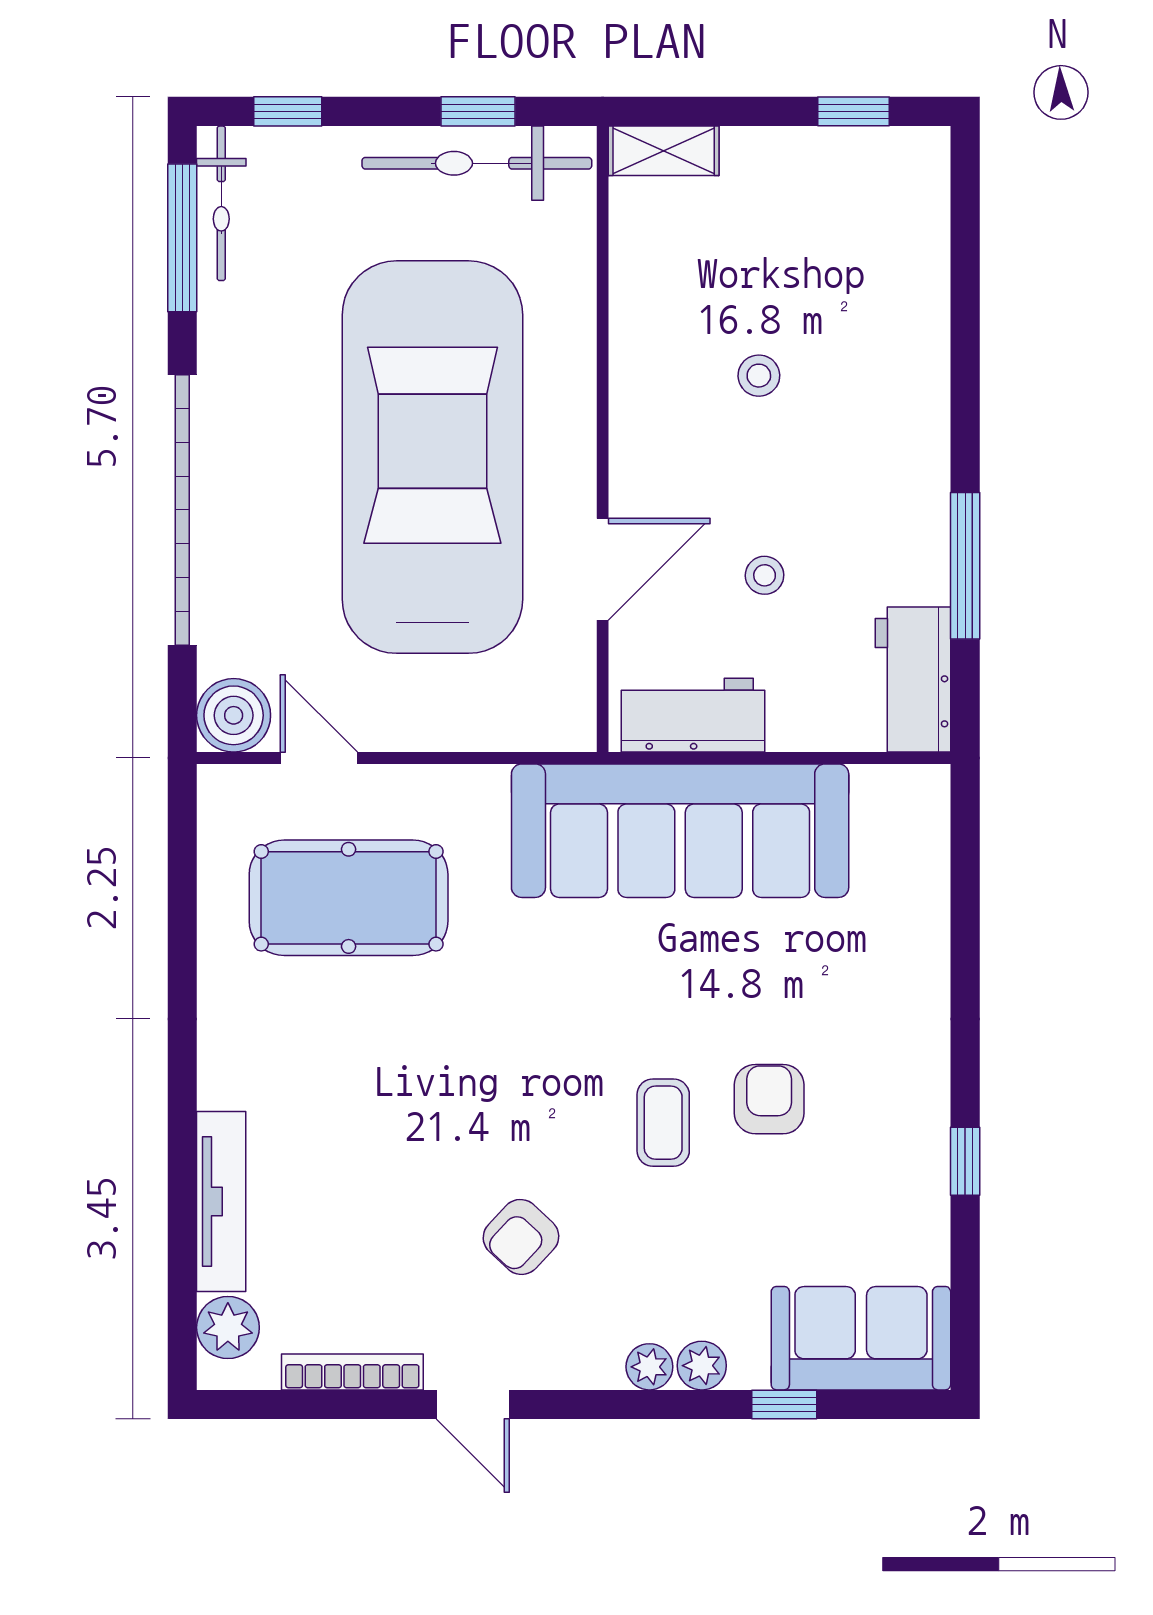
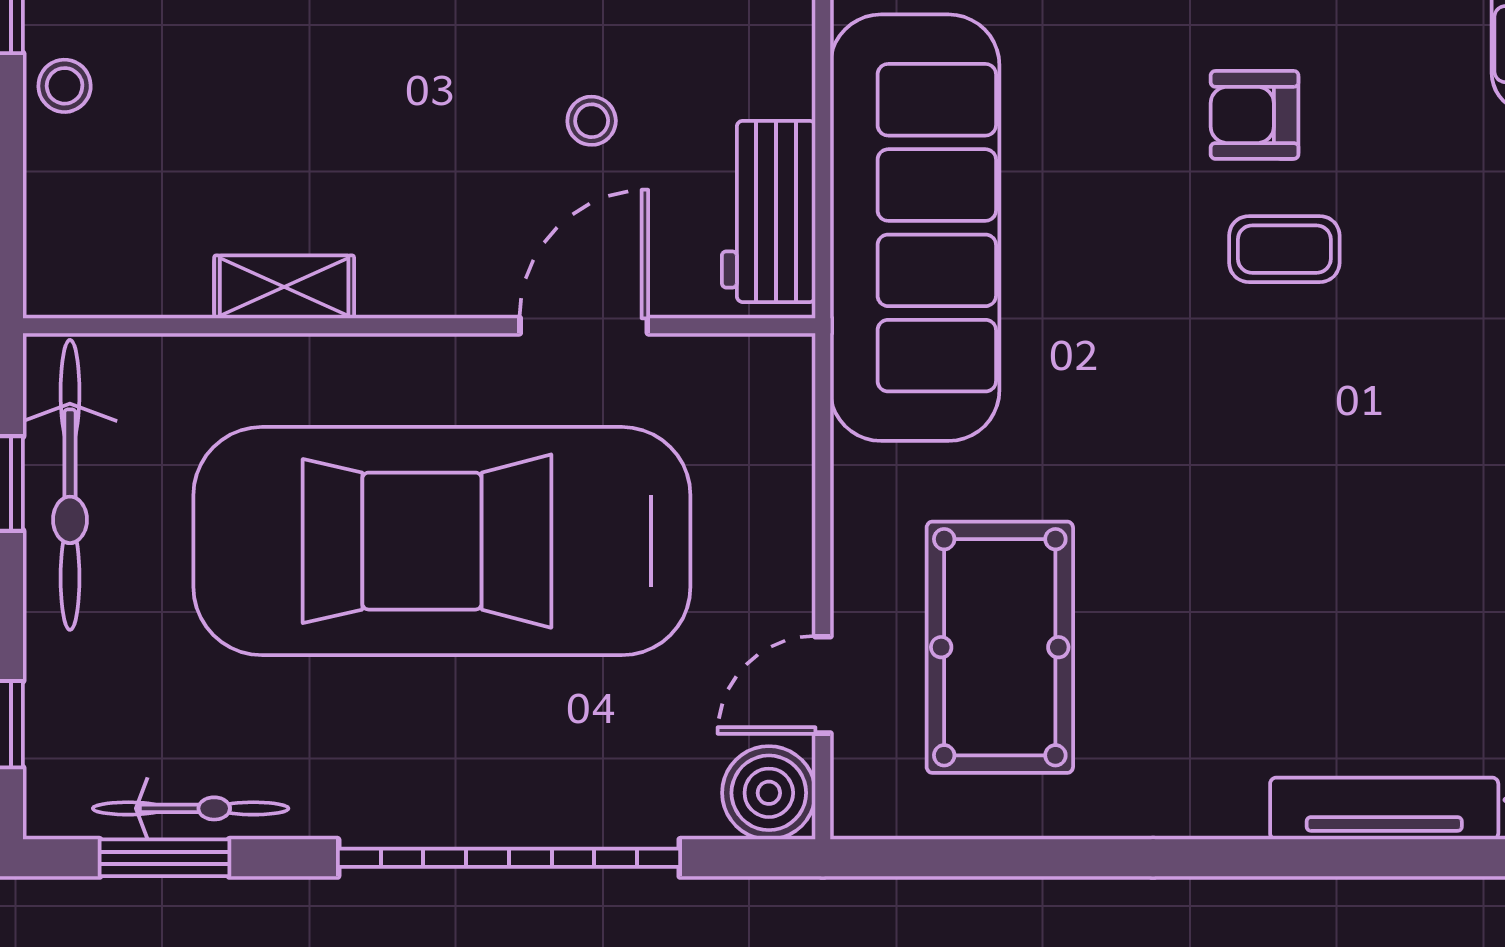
shelving: (664, 151) -> (284, 287), moved, turned 90
bicycle: (221, 203) -> (191, 808), moved
window: (182, 238) -> (164, 858), width x0.69
stool: (759, 376) -> (65, 86), moved
door: (603, 569) -> (584, 326), hinge flipped
armchair: (521, 1237) -> (1429, 429), removed

